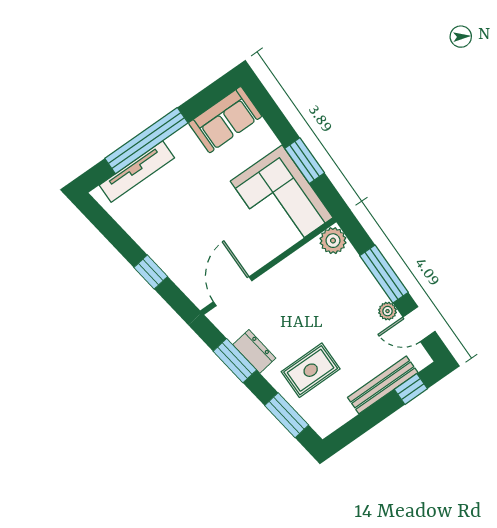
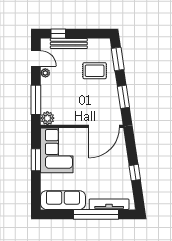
sofa: (225, 120) -> (63, 200), width x1.36
window: (151, 272) -> (135, 173), moved
window: (384, 274) -> (36, 100), moved
door: (233, 291) -> (104, 126), width x1.36
dresser: (254, 351) -> (113, 95), removed

